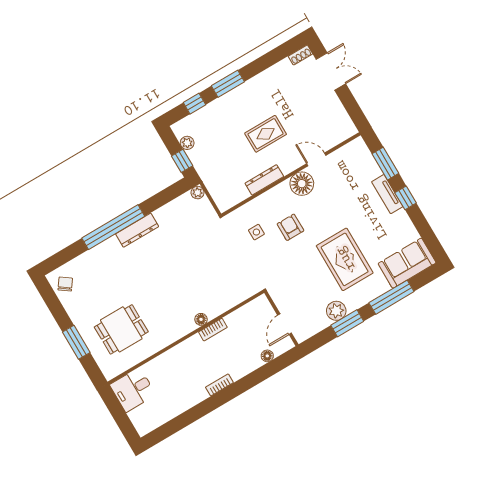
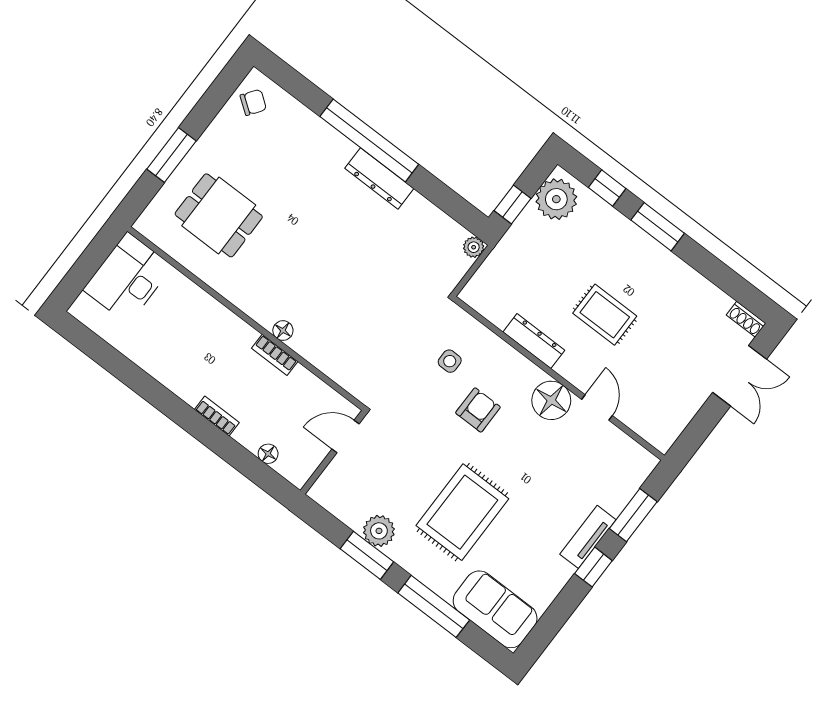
plant: (187, 143) -> (556, 199), width x1.87, depth x1.87
door: (285, 324) -> (345, 436), moved
bookcase: (219, 385) -> (217, 416), moved
desk: (133, 390) -> (128, 278), width x1.37

